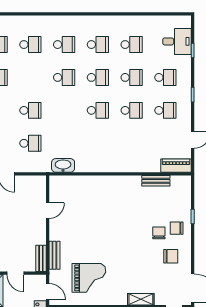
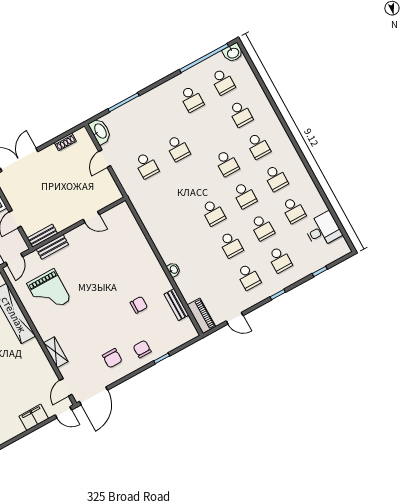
desk: (177, 41) -> (323, 230), moved, turned -90
washbasin: (63, 165) -> (174, 270), moved, width x0.52, depth x0.69
chair: (159, 233) -> (139, 305), moved

